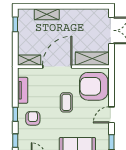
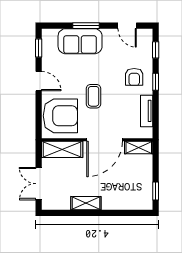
shelving: (47, 14) -> (86, 203), moved
door: (112, 115) -> (39, 81), hinge flipped

